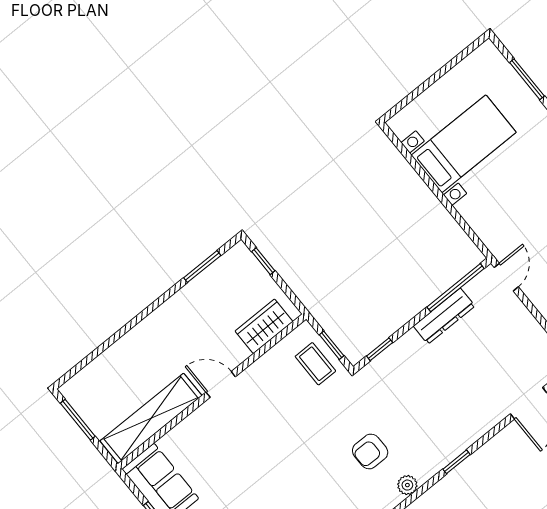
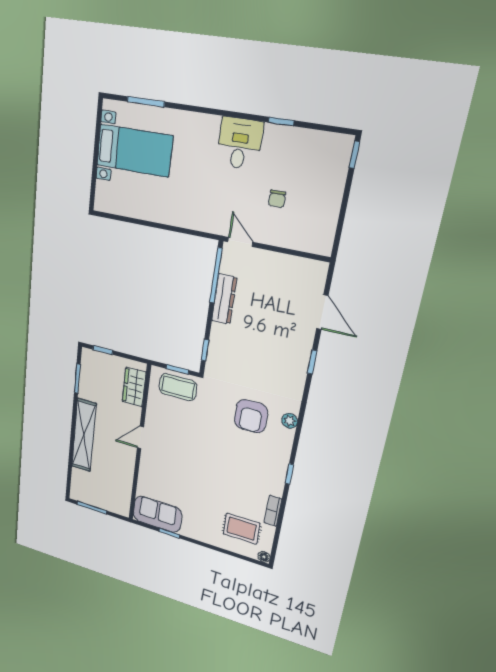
bed with nightstands: (464, 144) -> (134, 151), moved, turned 90
coffee table: (315, 364) -> (178, 387), width x1.36, depth x1.30
shelving: (151, 418) -> (84, 435), moved
armchair: (370, 451) -> (251, 416), width x1.38, depth x1.38
window: (456, 462) -> (312, 362), moved

